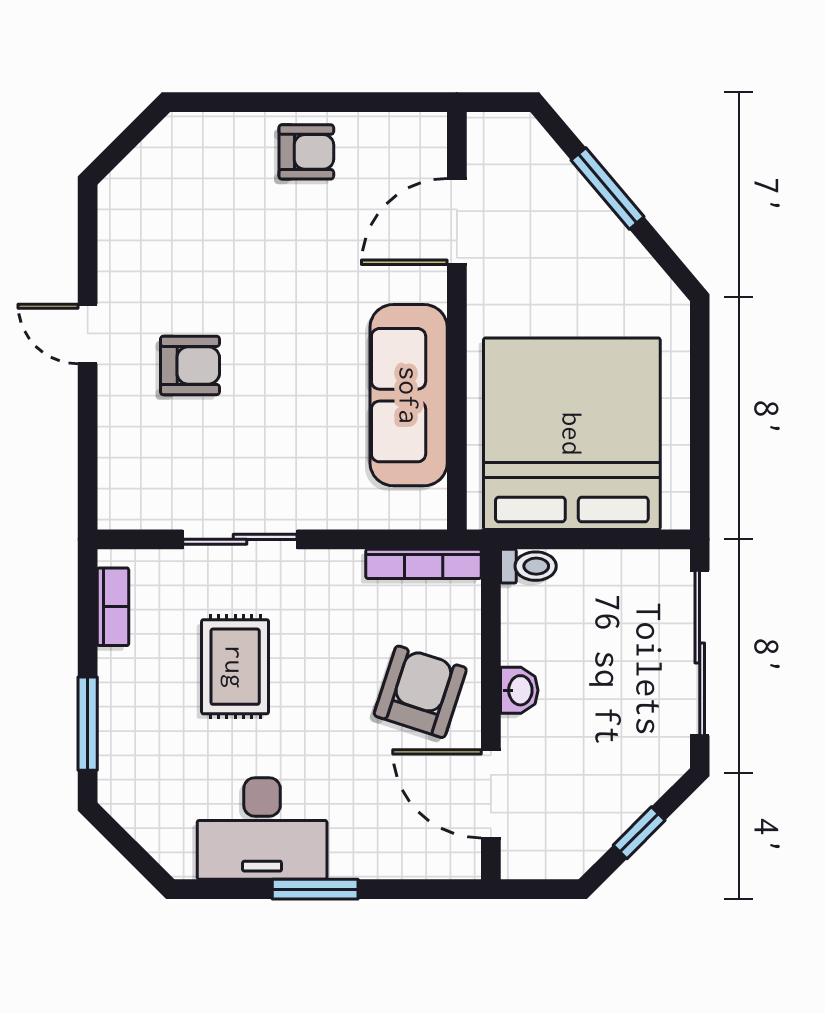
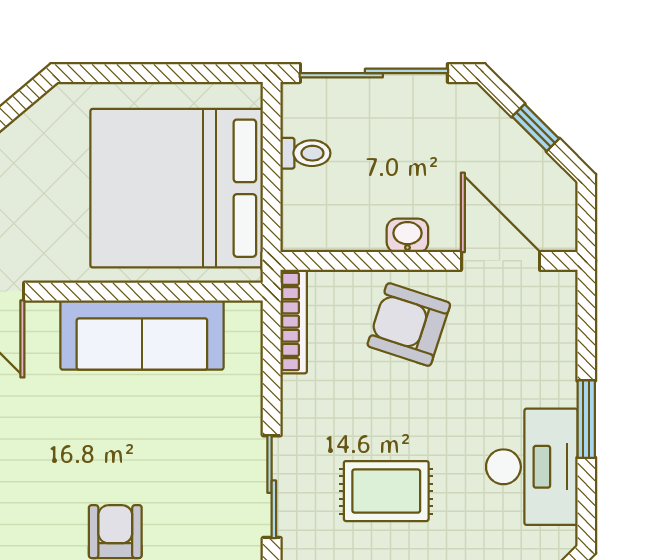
toilet: (528, 566) -> (305, 153), moved, turned 90
door: (491, 794) -> (501, 261), swing flipped

